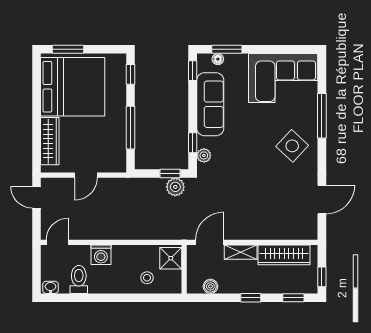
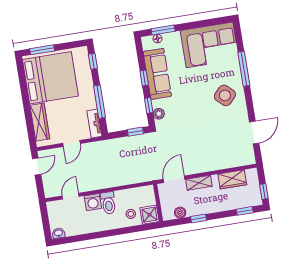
window: (193, 71) -> (144, 78), moved
tv unit: (119, 155) -> (94, 124), added
plant: (175, 187) -> (141, 141), removed
door: (36, 197) -> (37, 167), swing flipped
door: (57, 242) -> (71, 196), moved
wardrobe: (284, 255) -> (232, 179), width x0.67
shower: (171, 258) -> (150, 215), moved
toilet: (79, 279) -> (108, 203), moved, turned 180
window: (251, 298) -> (199, 218), moved

